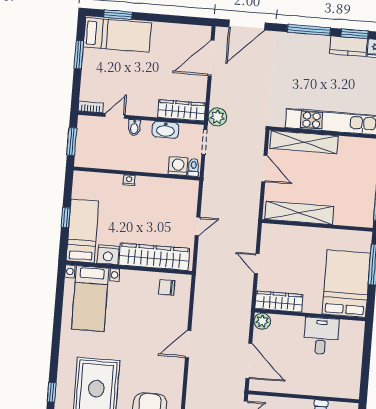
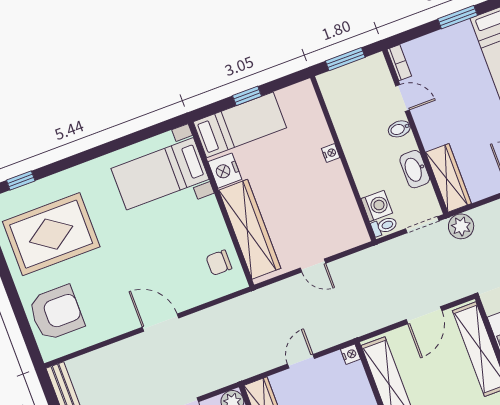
nightstand: (267, 229) -> (351, 354), added
chair: (167, 287) -> (219, 263), turned -90

